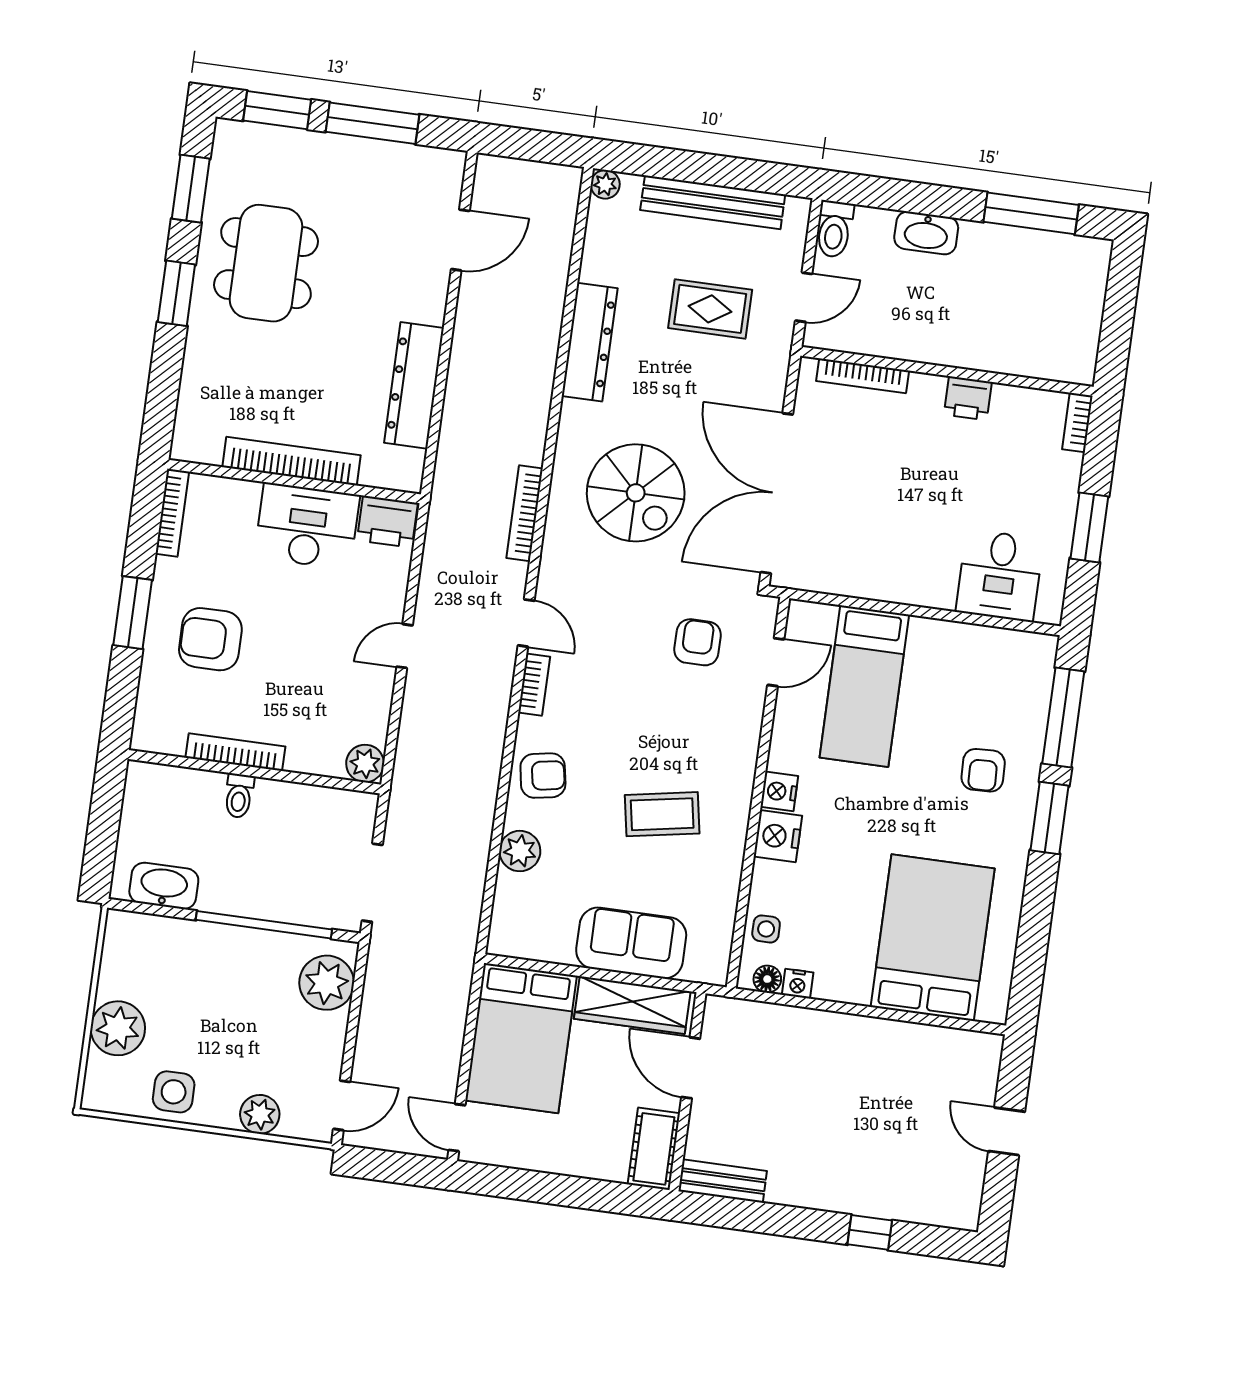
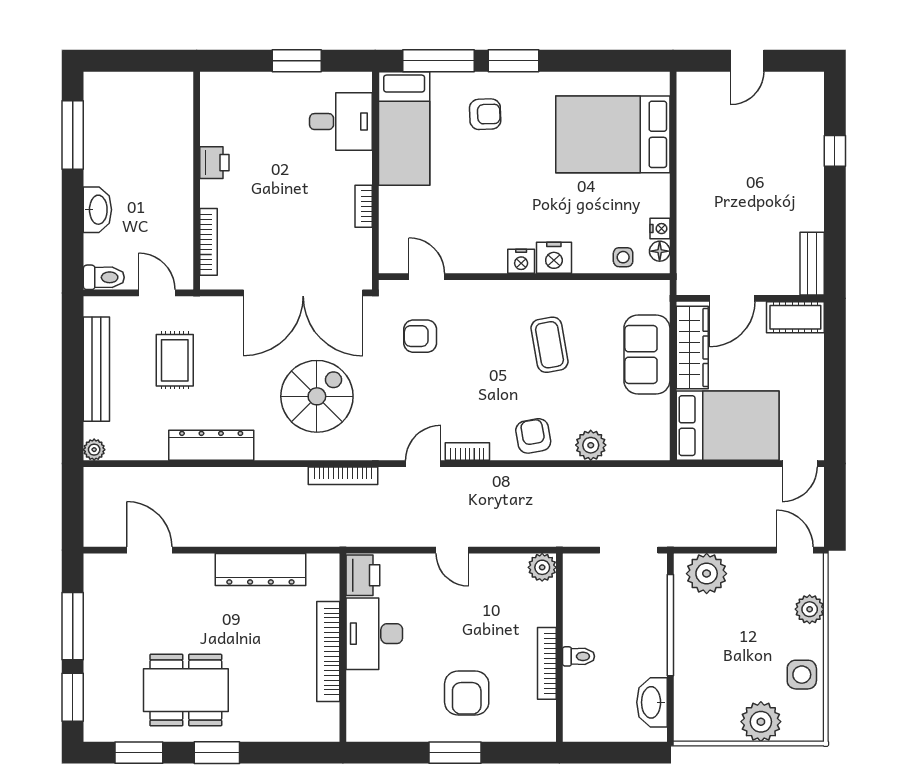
bookcase: (1077, 422) -> (364, 206), moved, turned 90
bookcase: (172, 513) -> (378, 734), removed
bed: (864, 686) -> (404, 128), moved, turned 90

